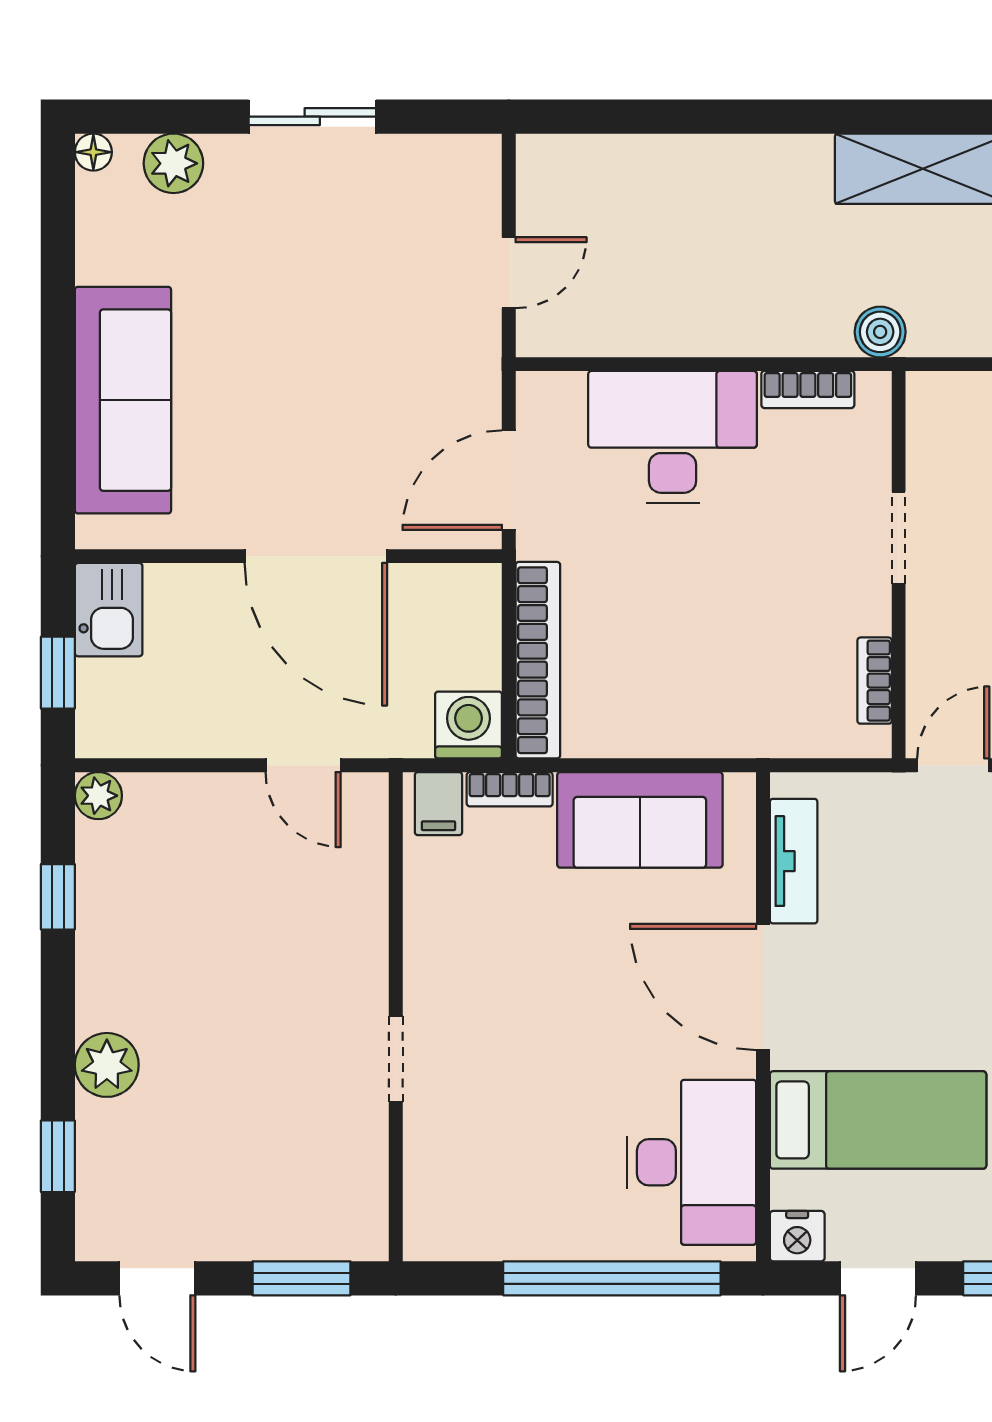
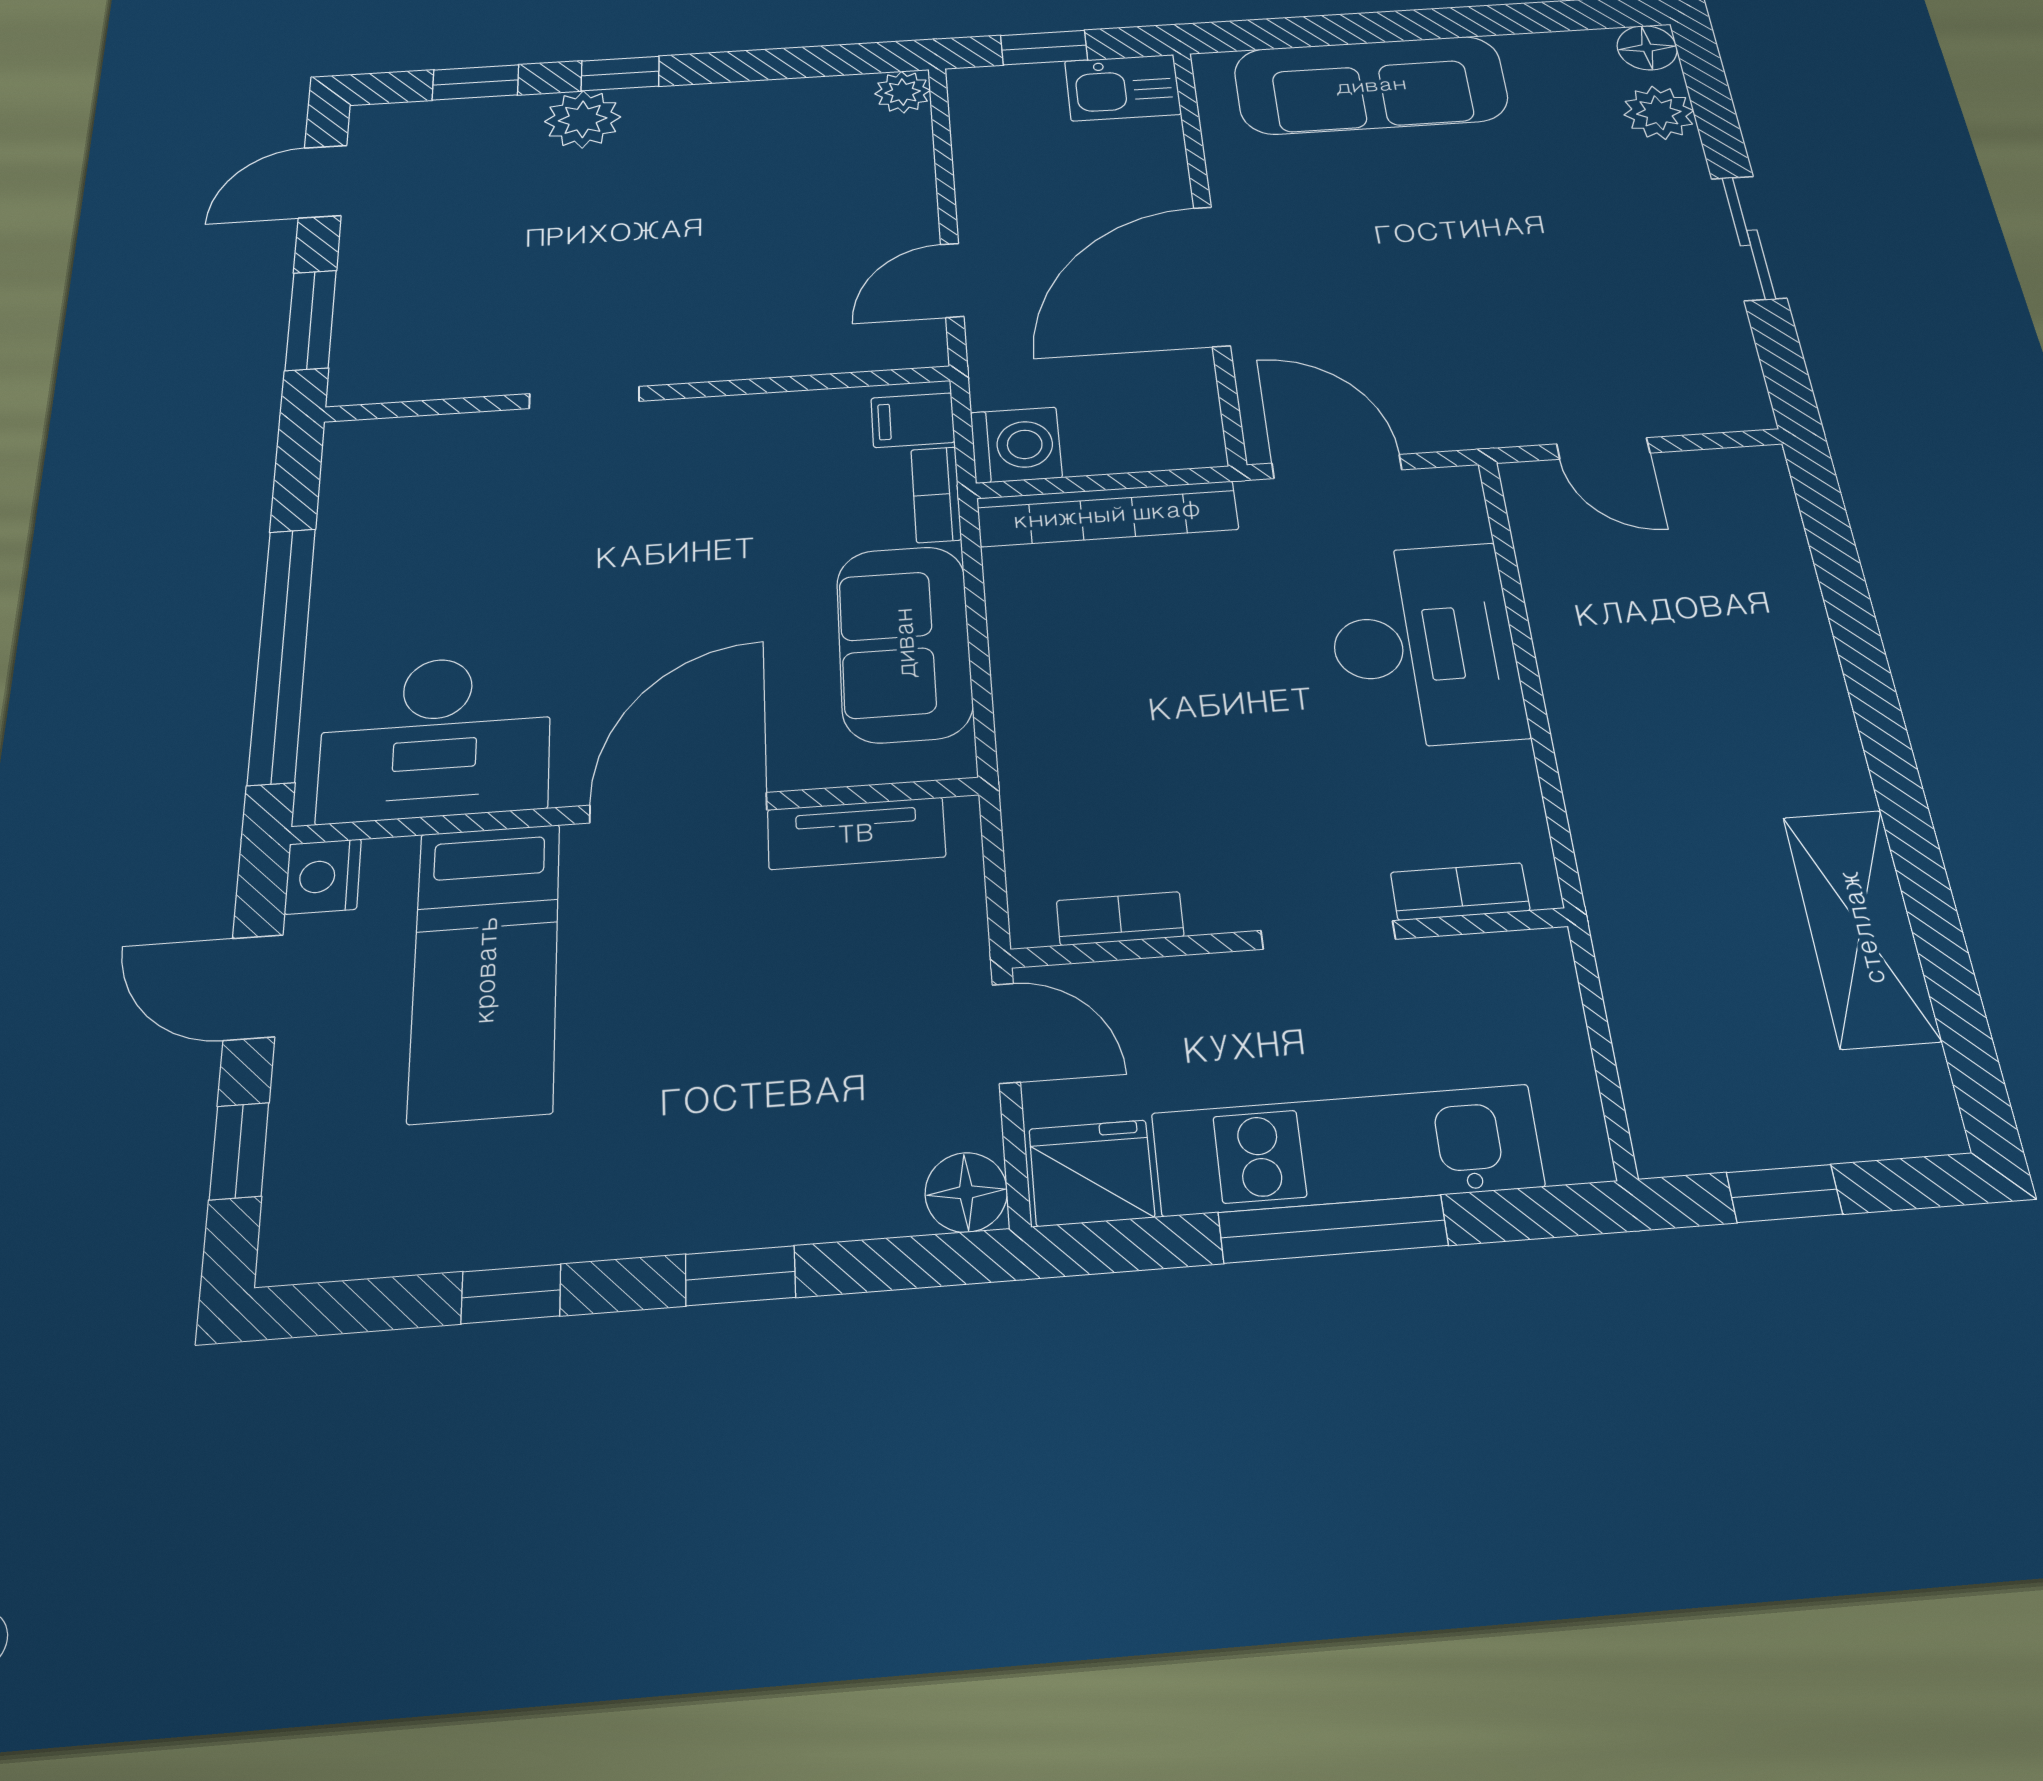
floor lamp: (93, 152) -> (1647, 48), width x1.37, depth x1.37
boiler: (880, 332) -> (1617, 889), removed
bookcase: (808, 389) -> (1460, 892), moved, turned 90
window: (58, 897) -> (620, 74), moved

